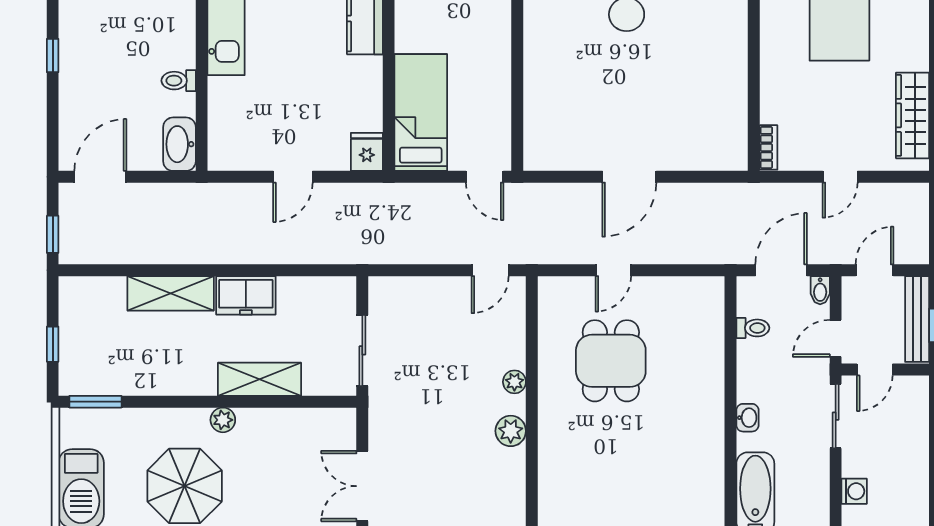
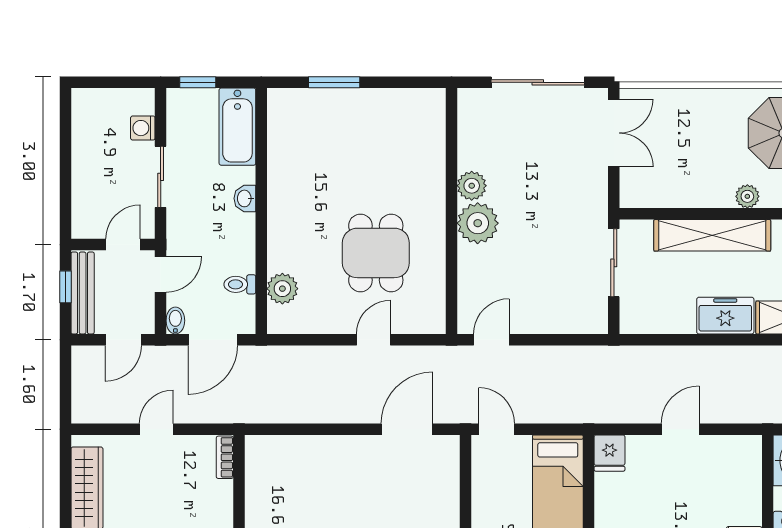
door: (629, 177) -> (407, 429), moved
plant: (708, 324) -> (282, 289), added
shelving: (260, 379) -> (712, 235), width x1.47
plant: (514, 382) -> (478, 223), width x1.87, depth x1.87
sliding door: (836, 416) -> (161, 177), moved

